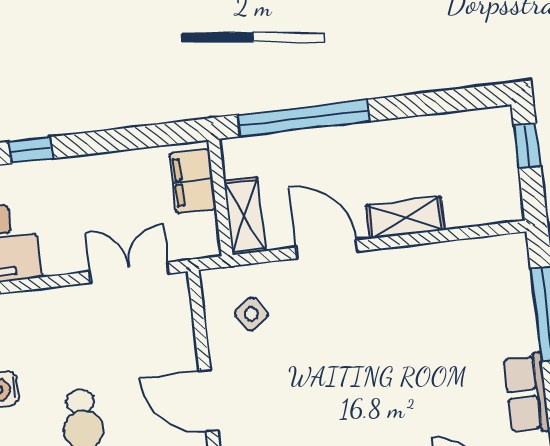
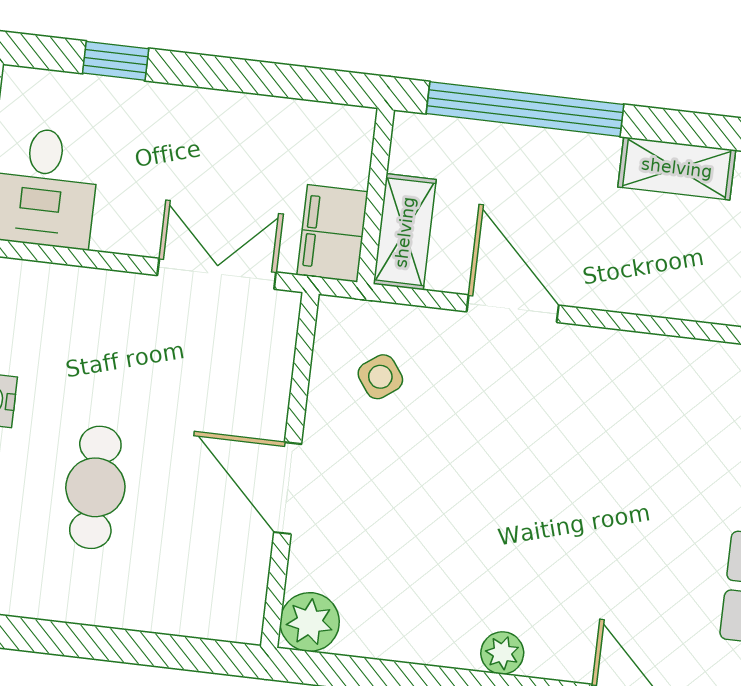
filing cabinet: (193, 181) -> (332, 233), moved
shelving: (405, 218) -> (677, 168), moved

